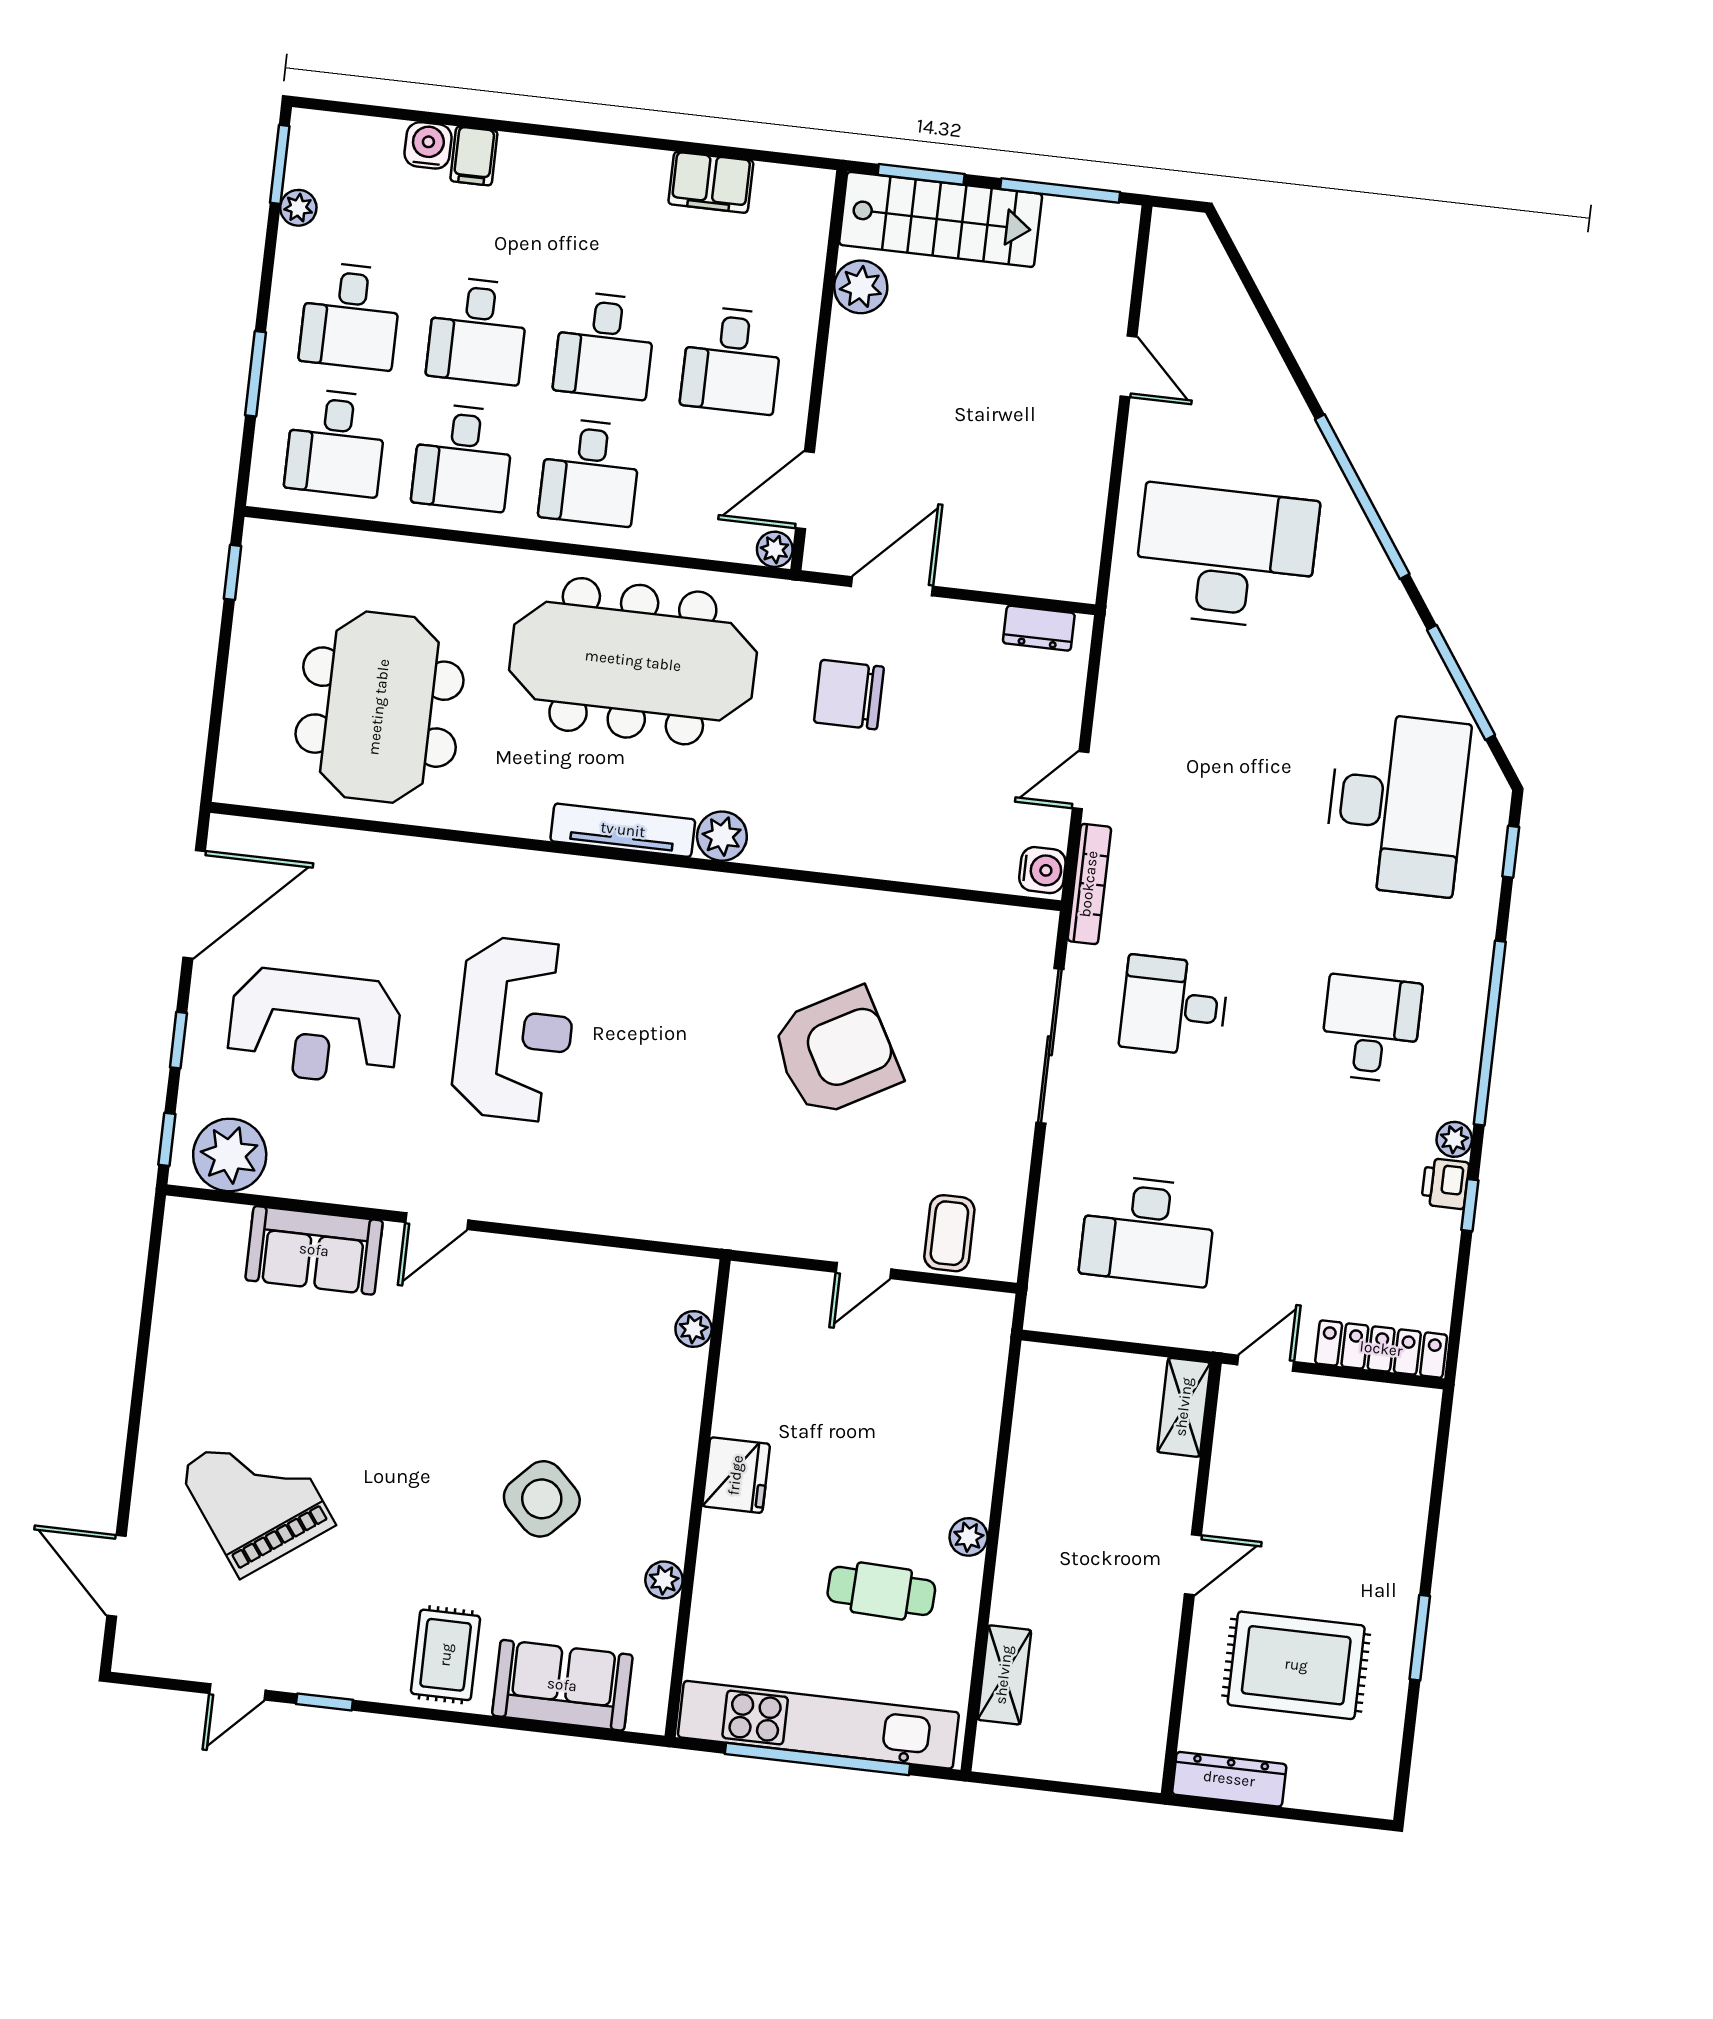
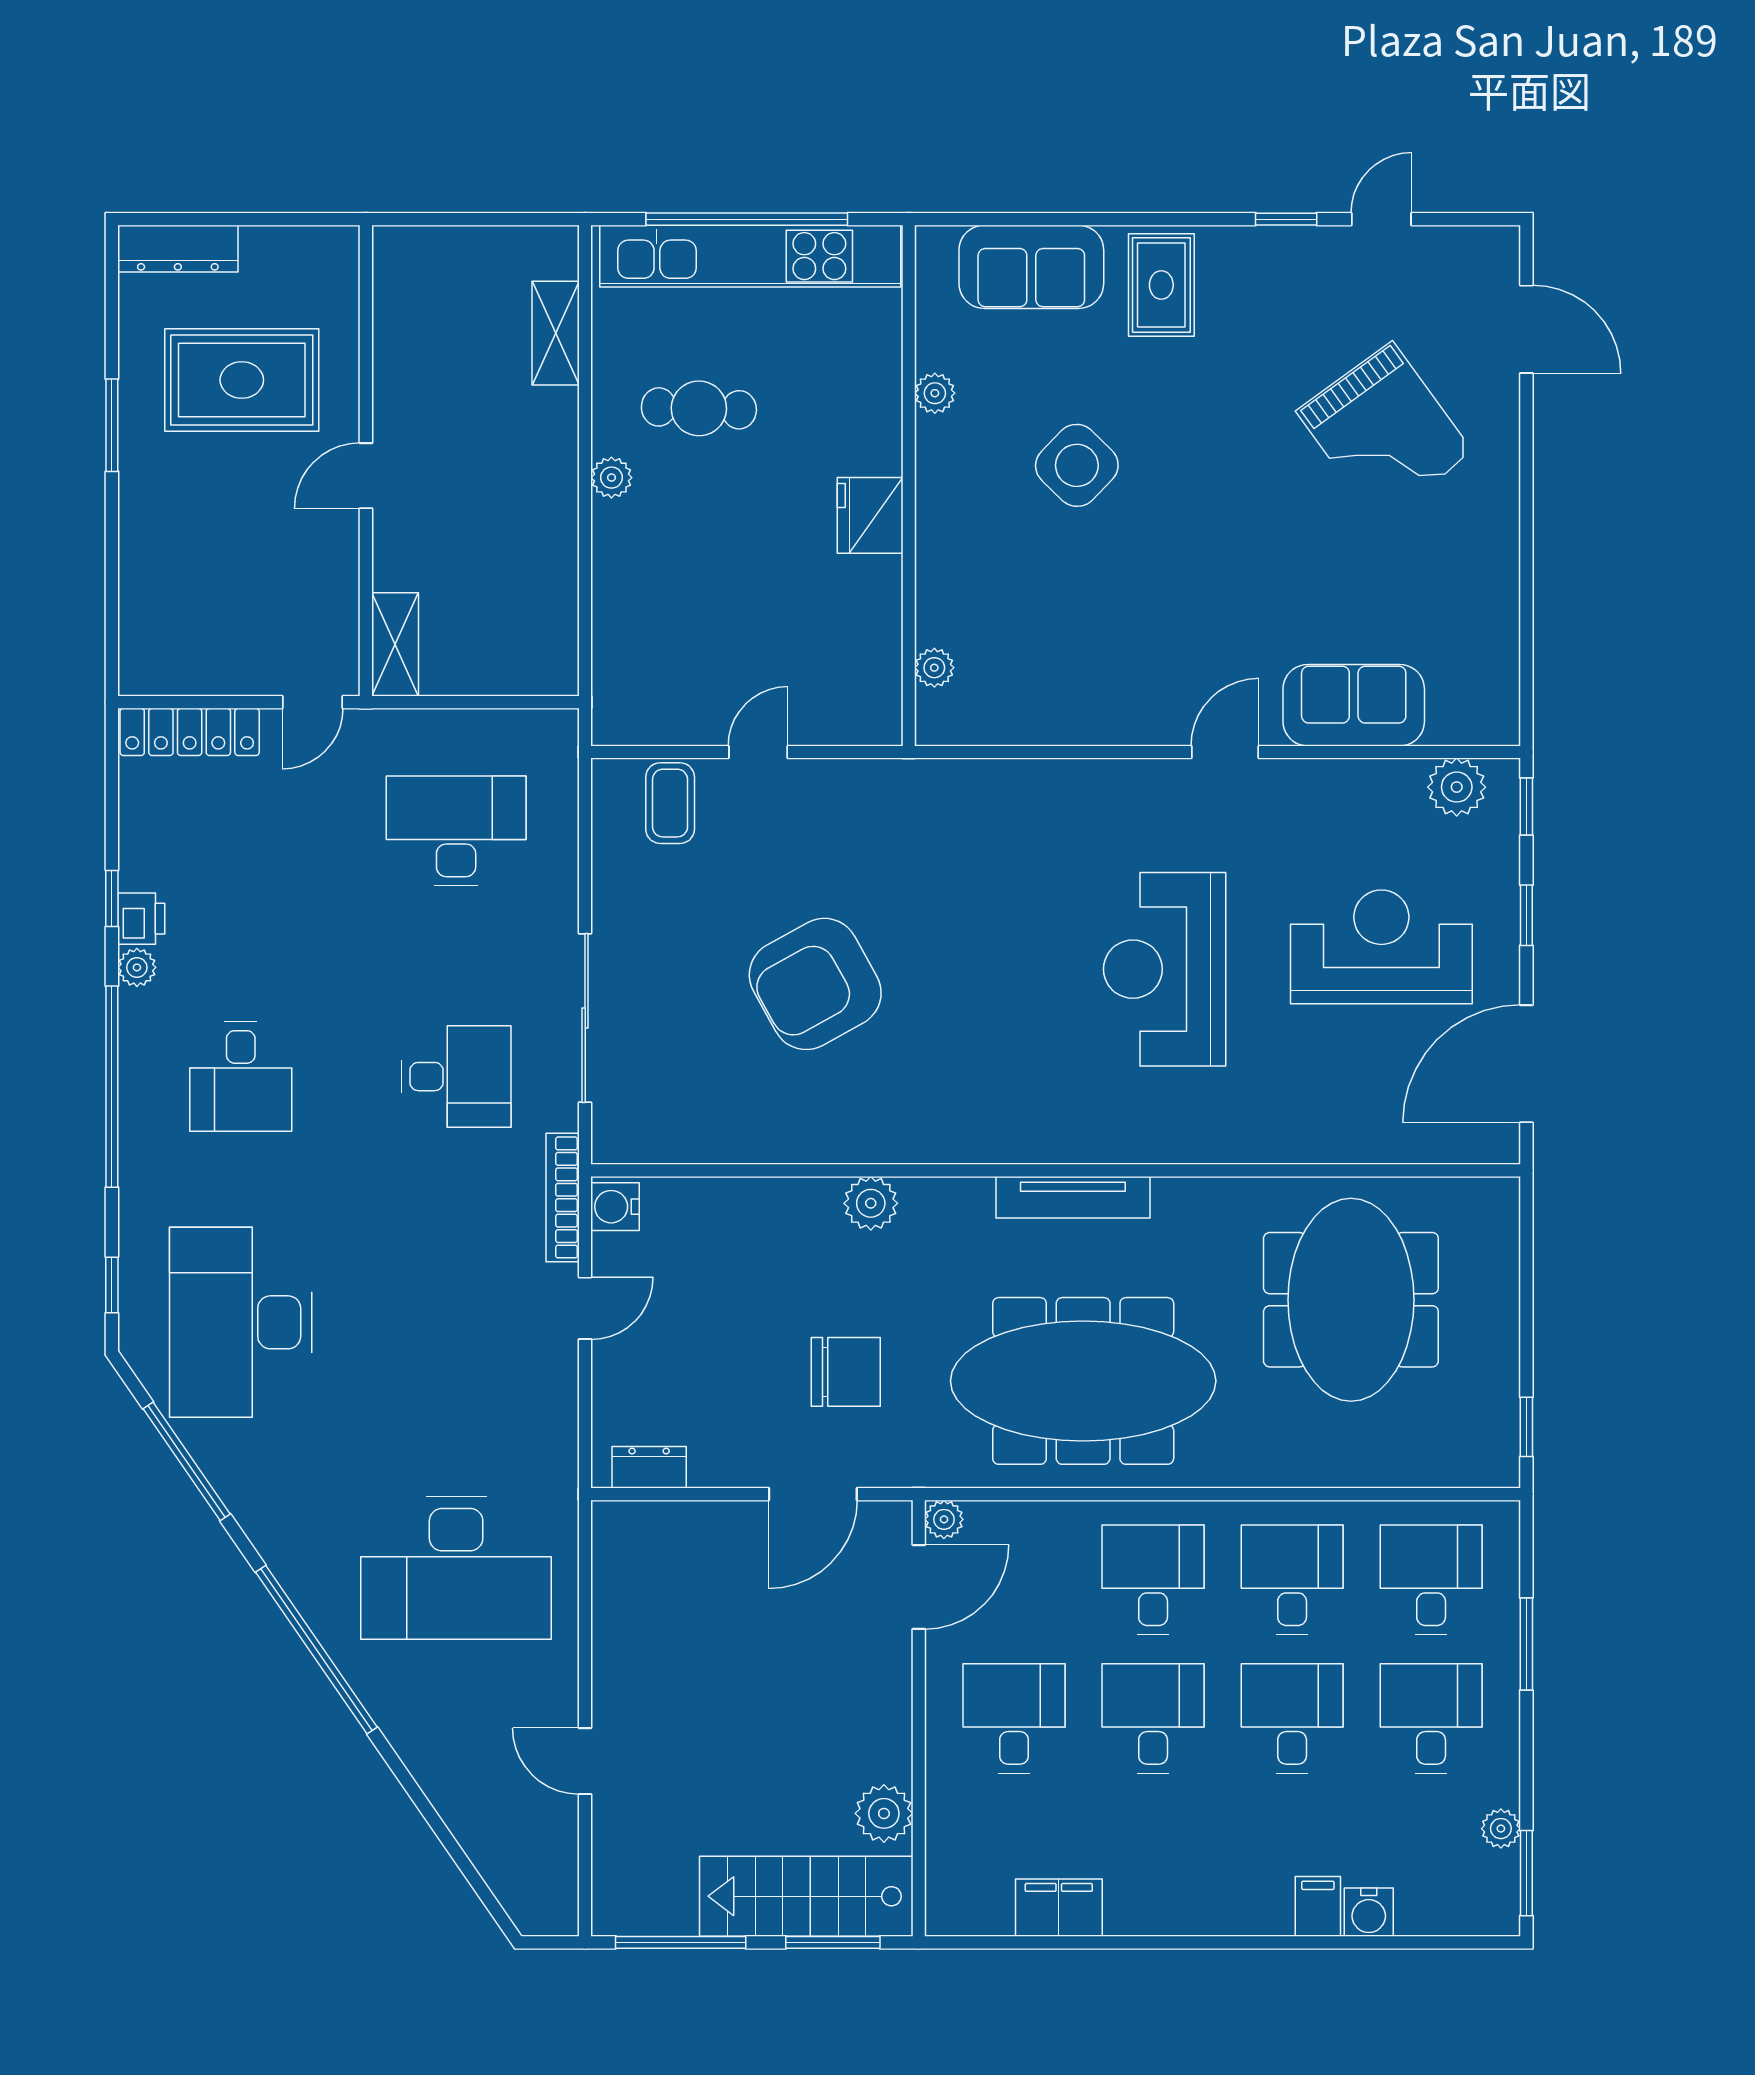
plant: (722, 836) -> (871, 1203), moved
plant: (230, 1155) -> (1457, 787), width x0.73, depth x0.73
dresser: (1229, 1779) -> (178, 249), moved

